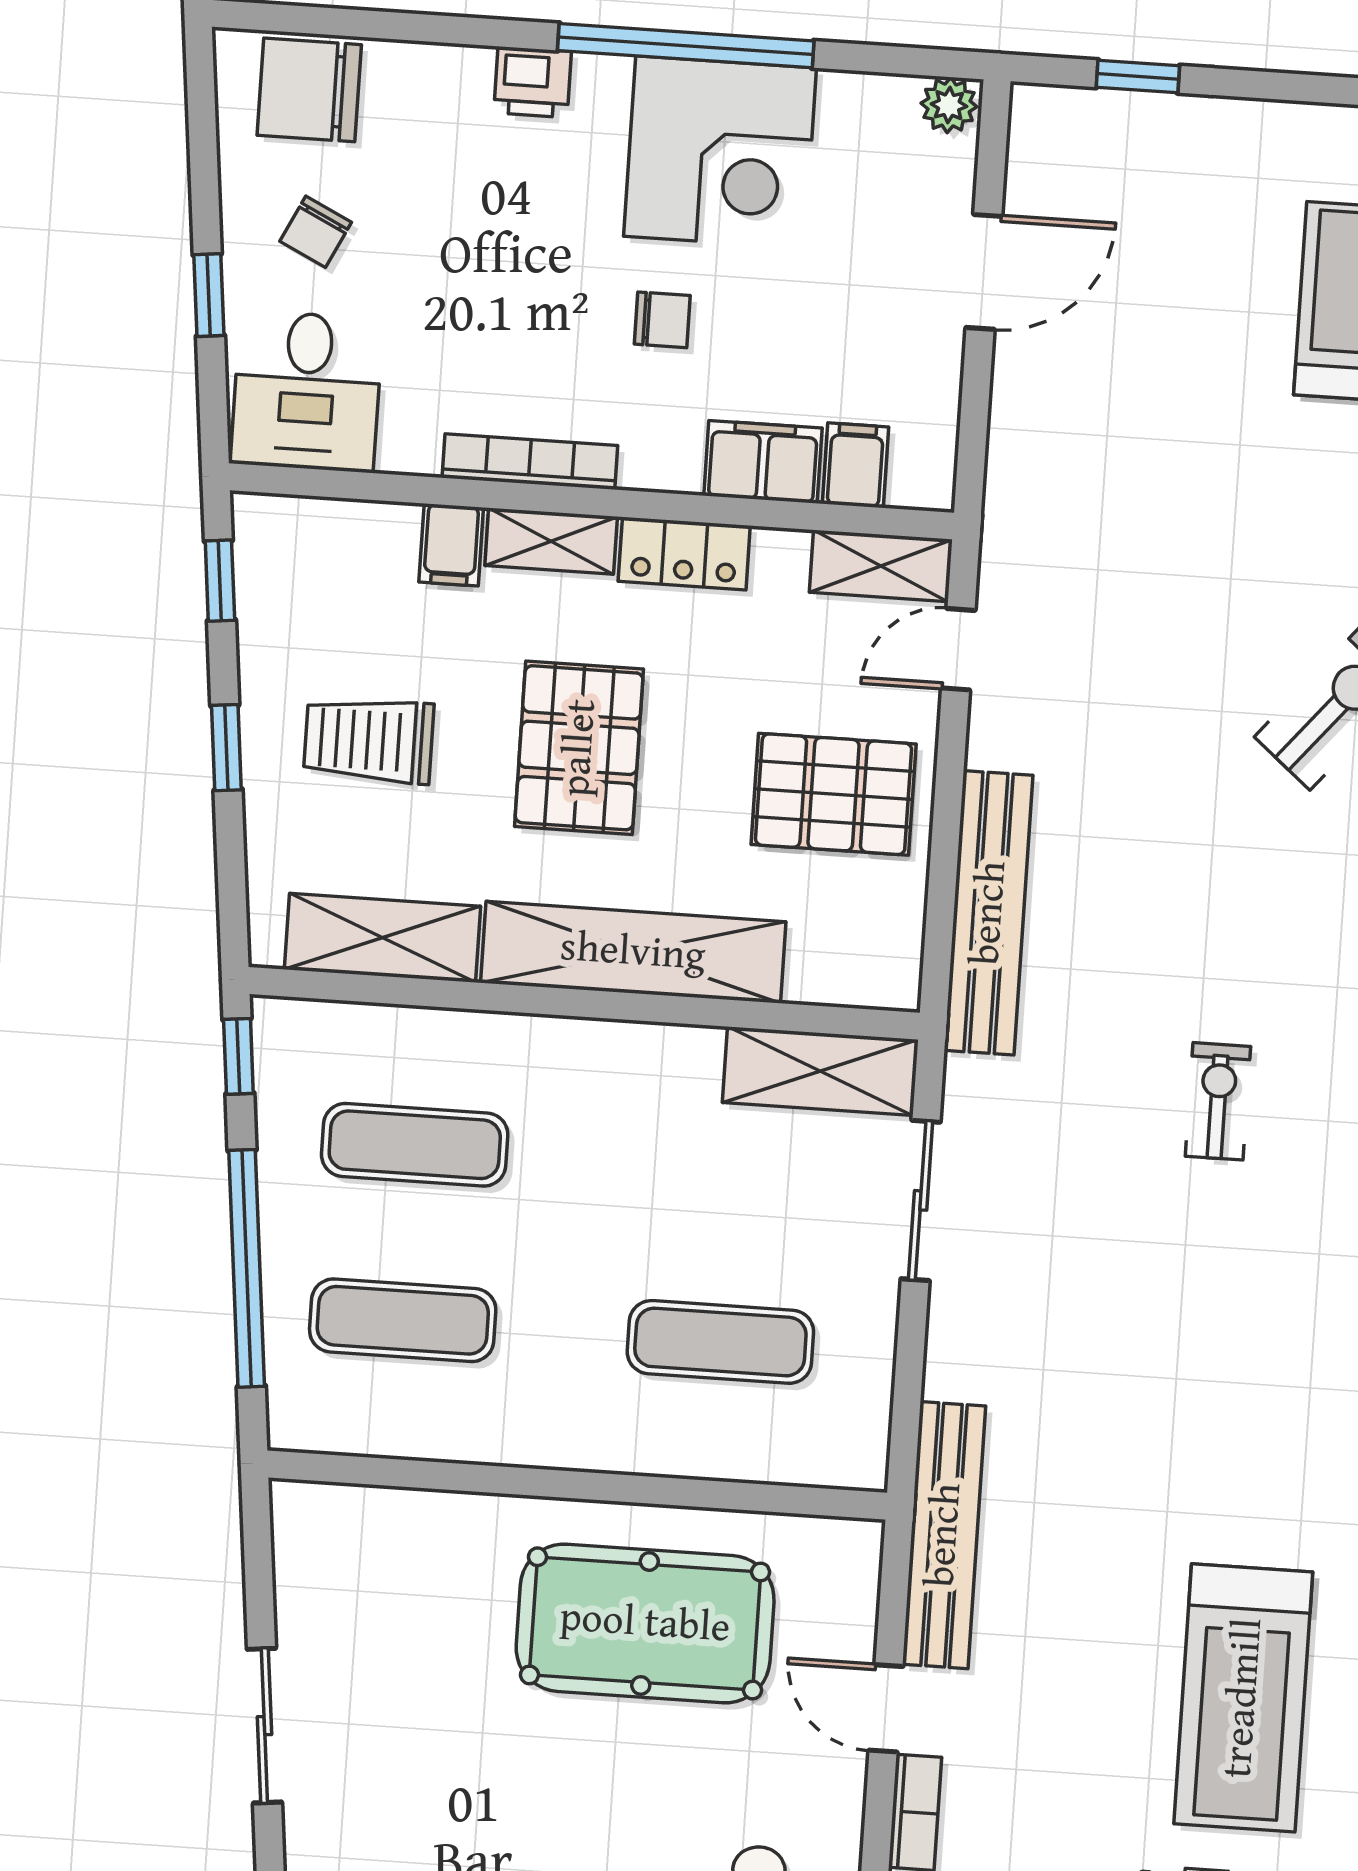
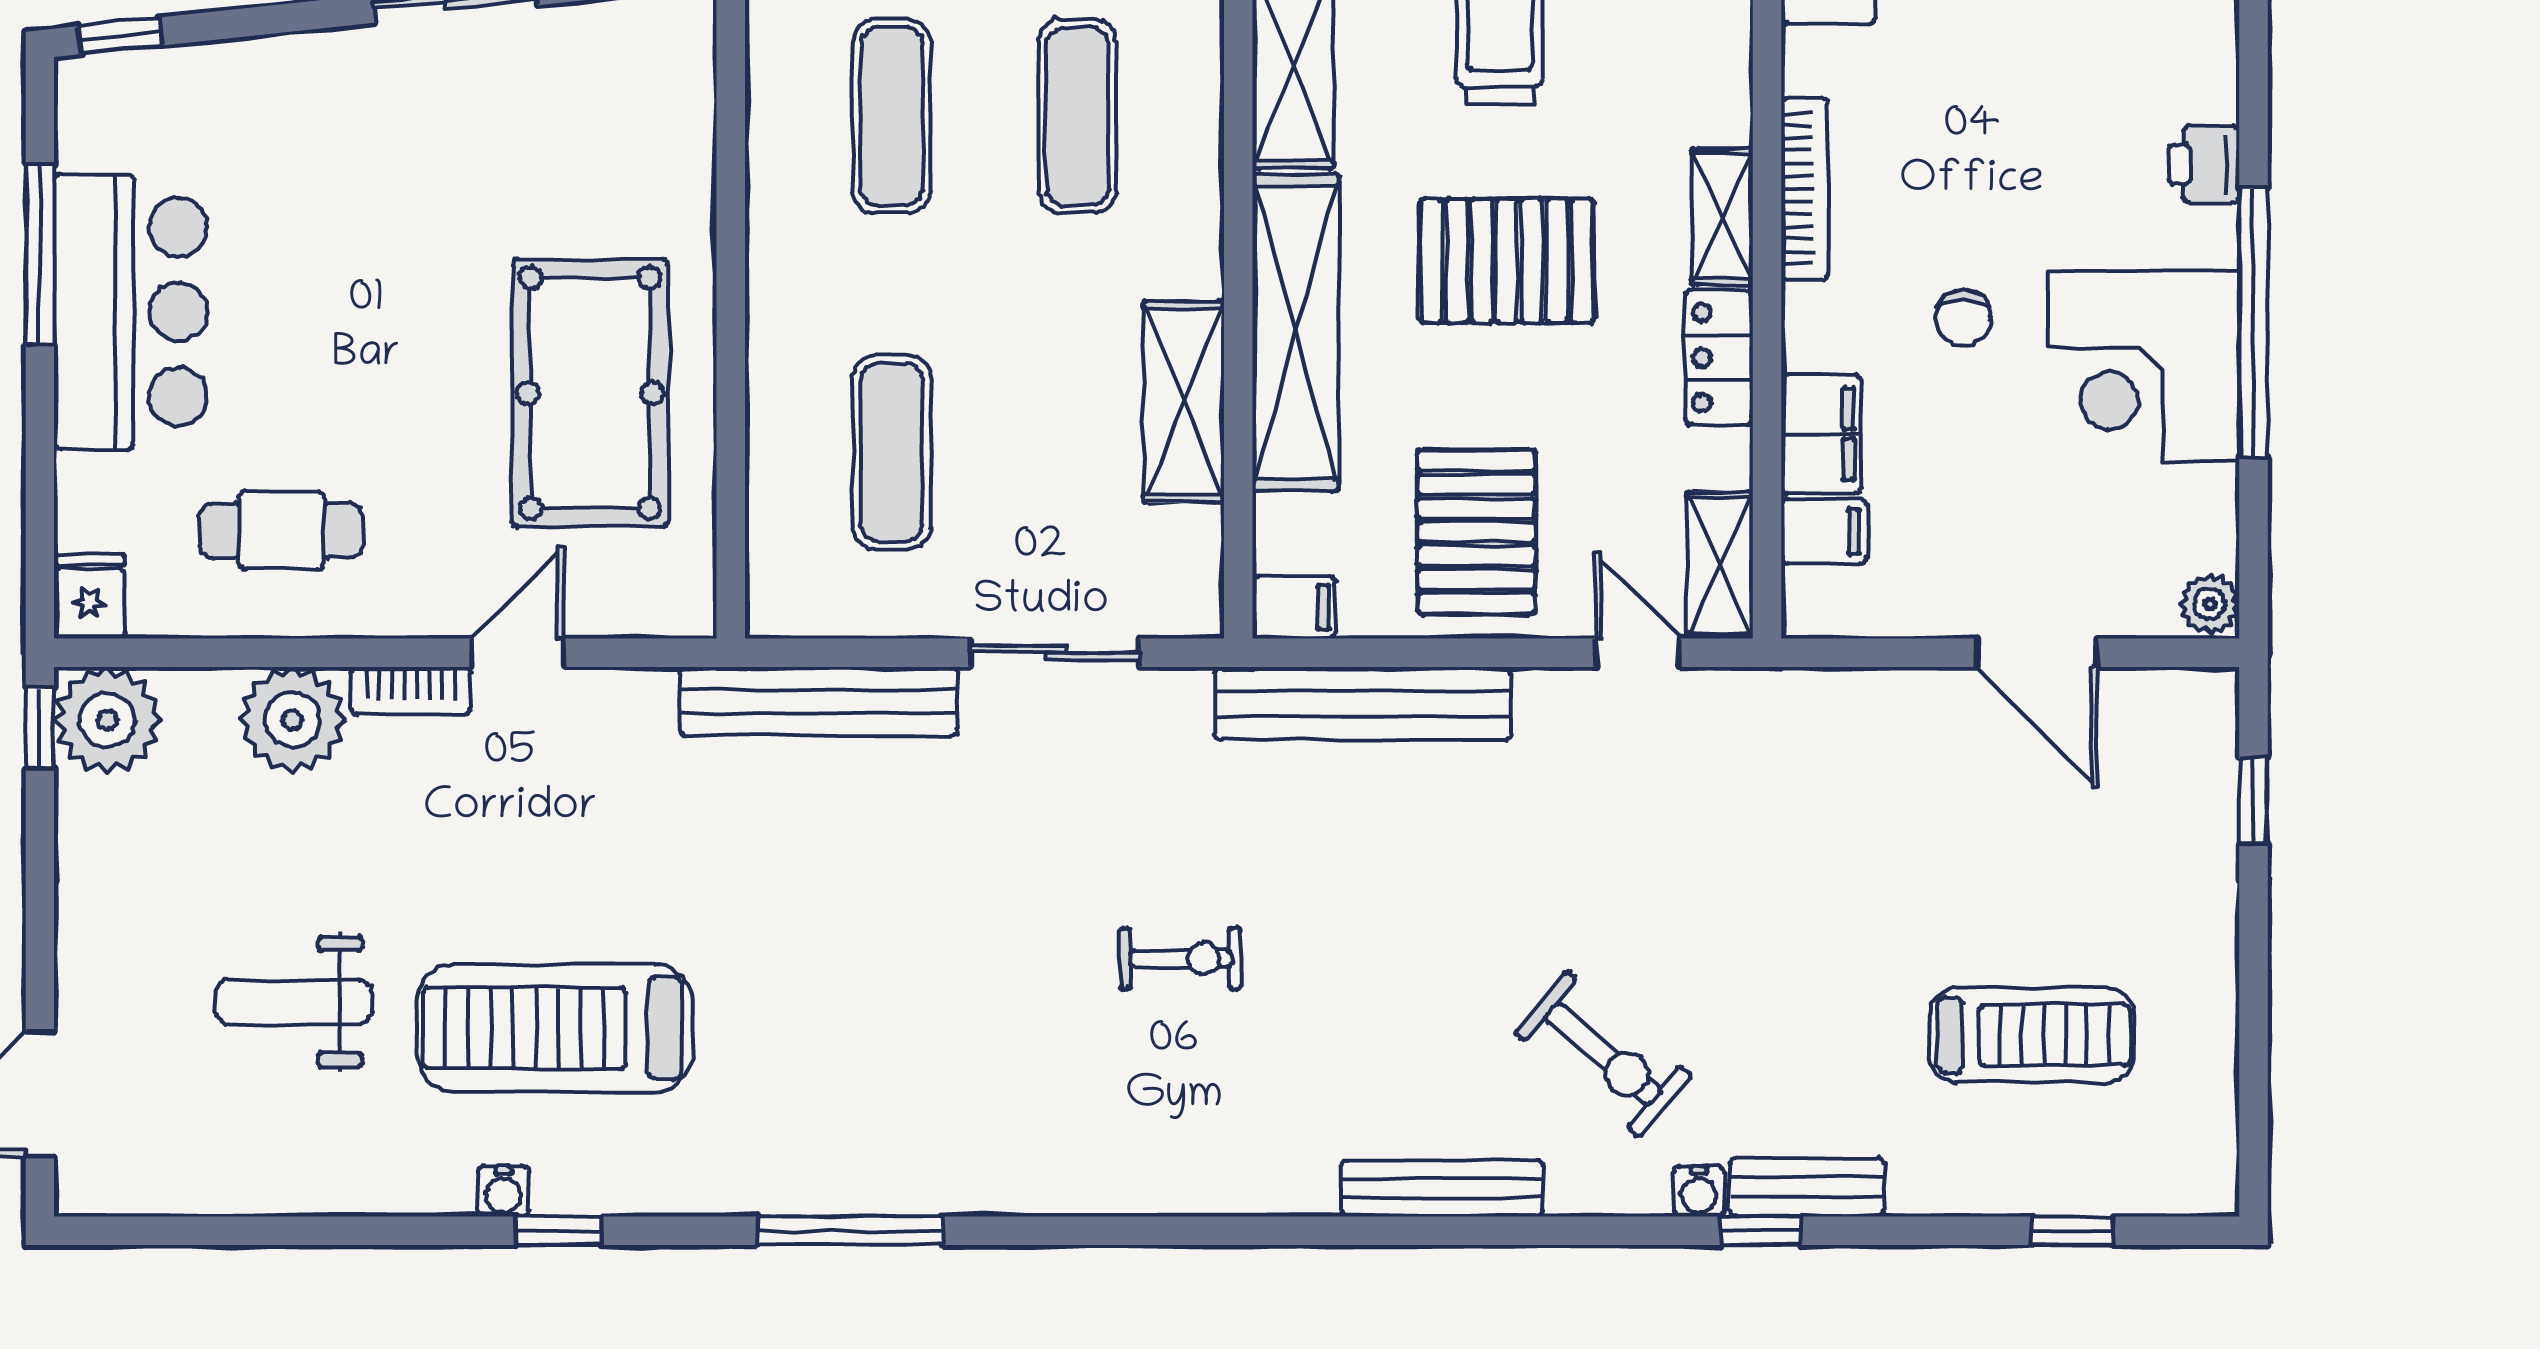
filing cabinet: (451, 545) -> (1294, 607), moved, turned 180
shelving: (820, 1071) -> (1184, 402), moved
bench: (944, 1535) -> (819, 701), moved

